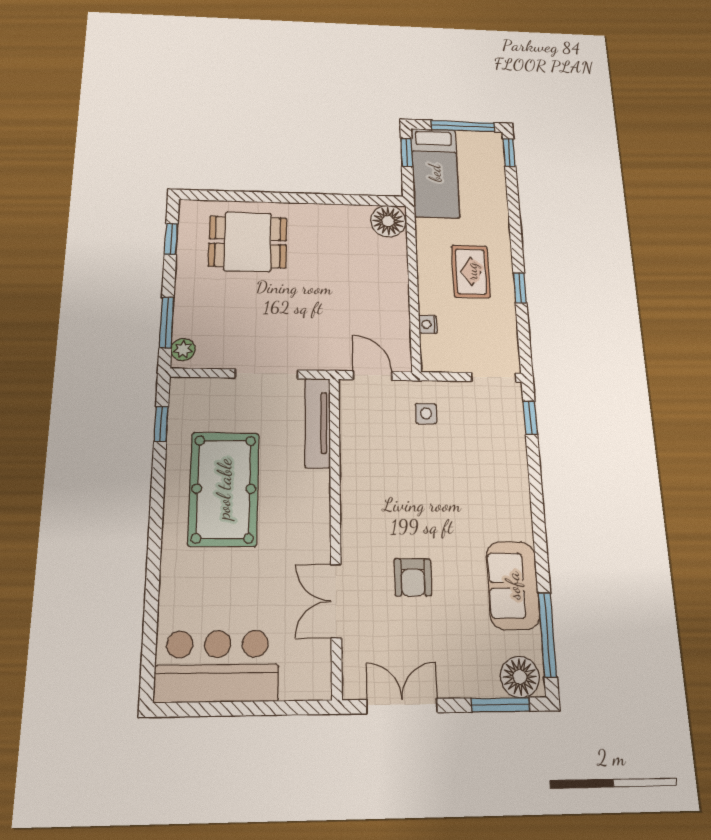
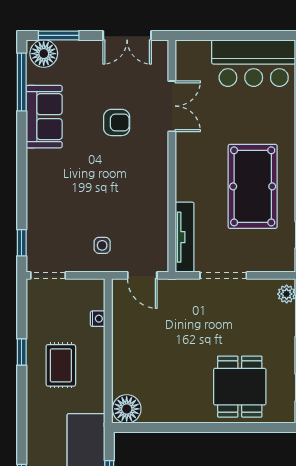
dining table: (248, 242) -> (240, 387), turned 90
armchair: (413, 577) -> (117, 122), turned 90

